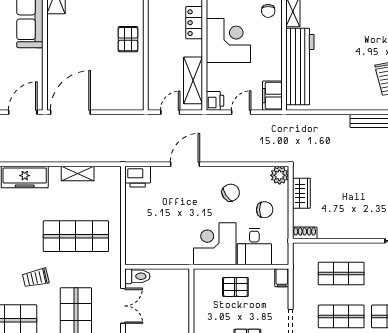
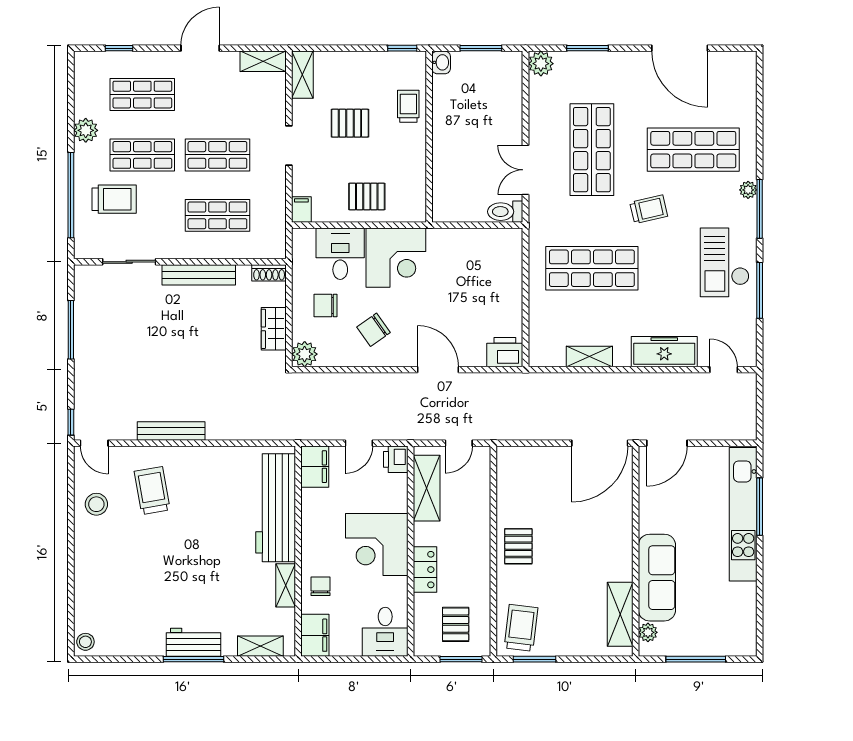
door: (185, 164) -> (438, 370), swing flipped
bench: (354, 232) -> (199, 275), added

